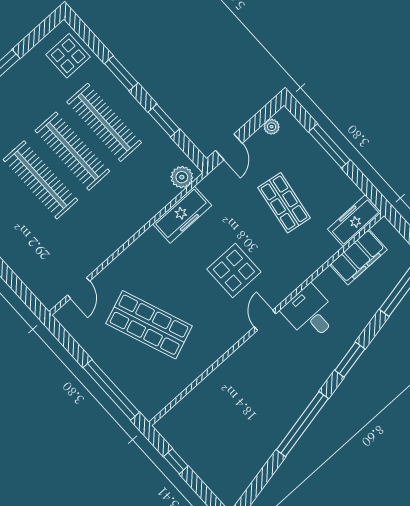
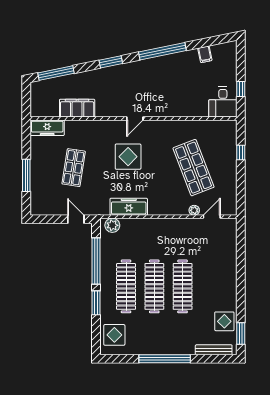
window: (164, 120) -> (96, 261), width x2.11
plant: (272, 127) -> (194, 210), moved
door: (229, 147) -> (76, 219), hinge flipped
filing cabinet: (358, 257) -> (77, 108), moved
desk: (310, 313) -> (223, 102), moved
window: (111, 390) -> (241, 152), width x0.32
filing cabinet: (251, 464) -> (205, 54), added

